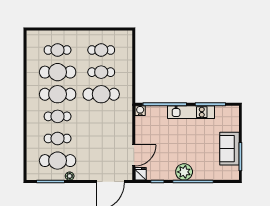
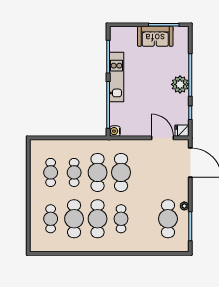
cafe table: (58, 138) -> (121, 172), moved, width x1.37, depth x1.35

